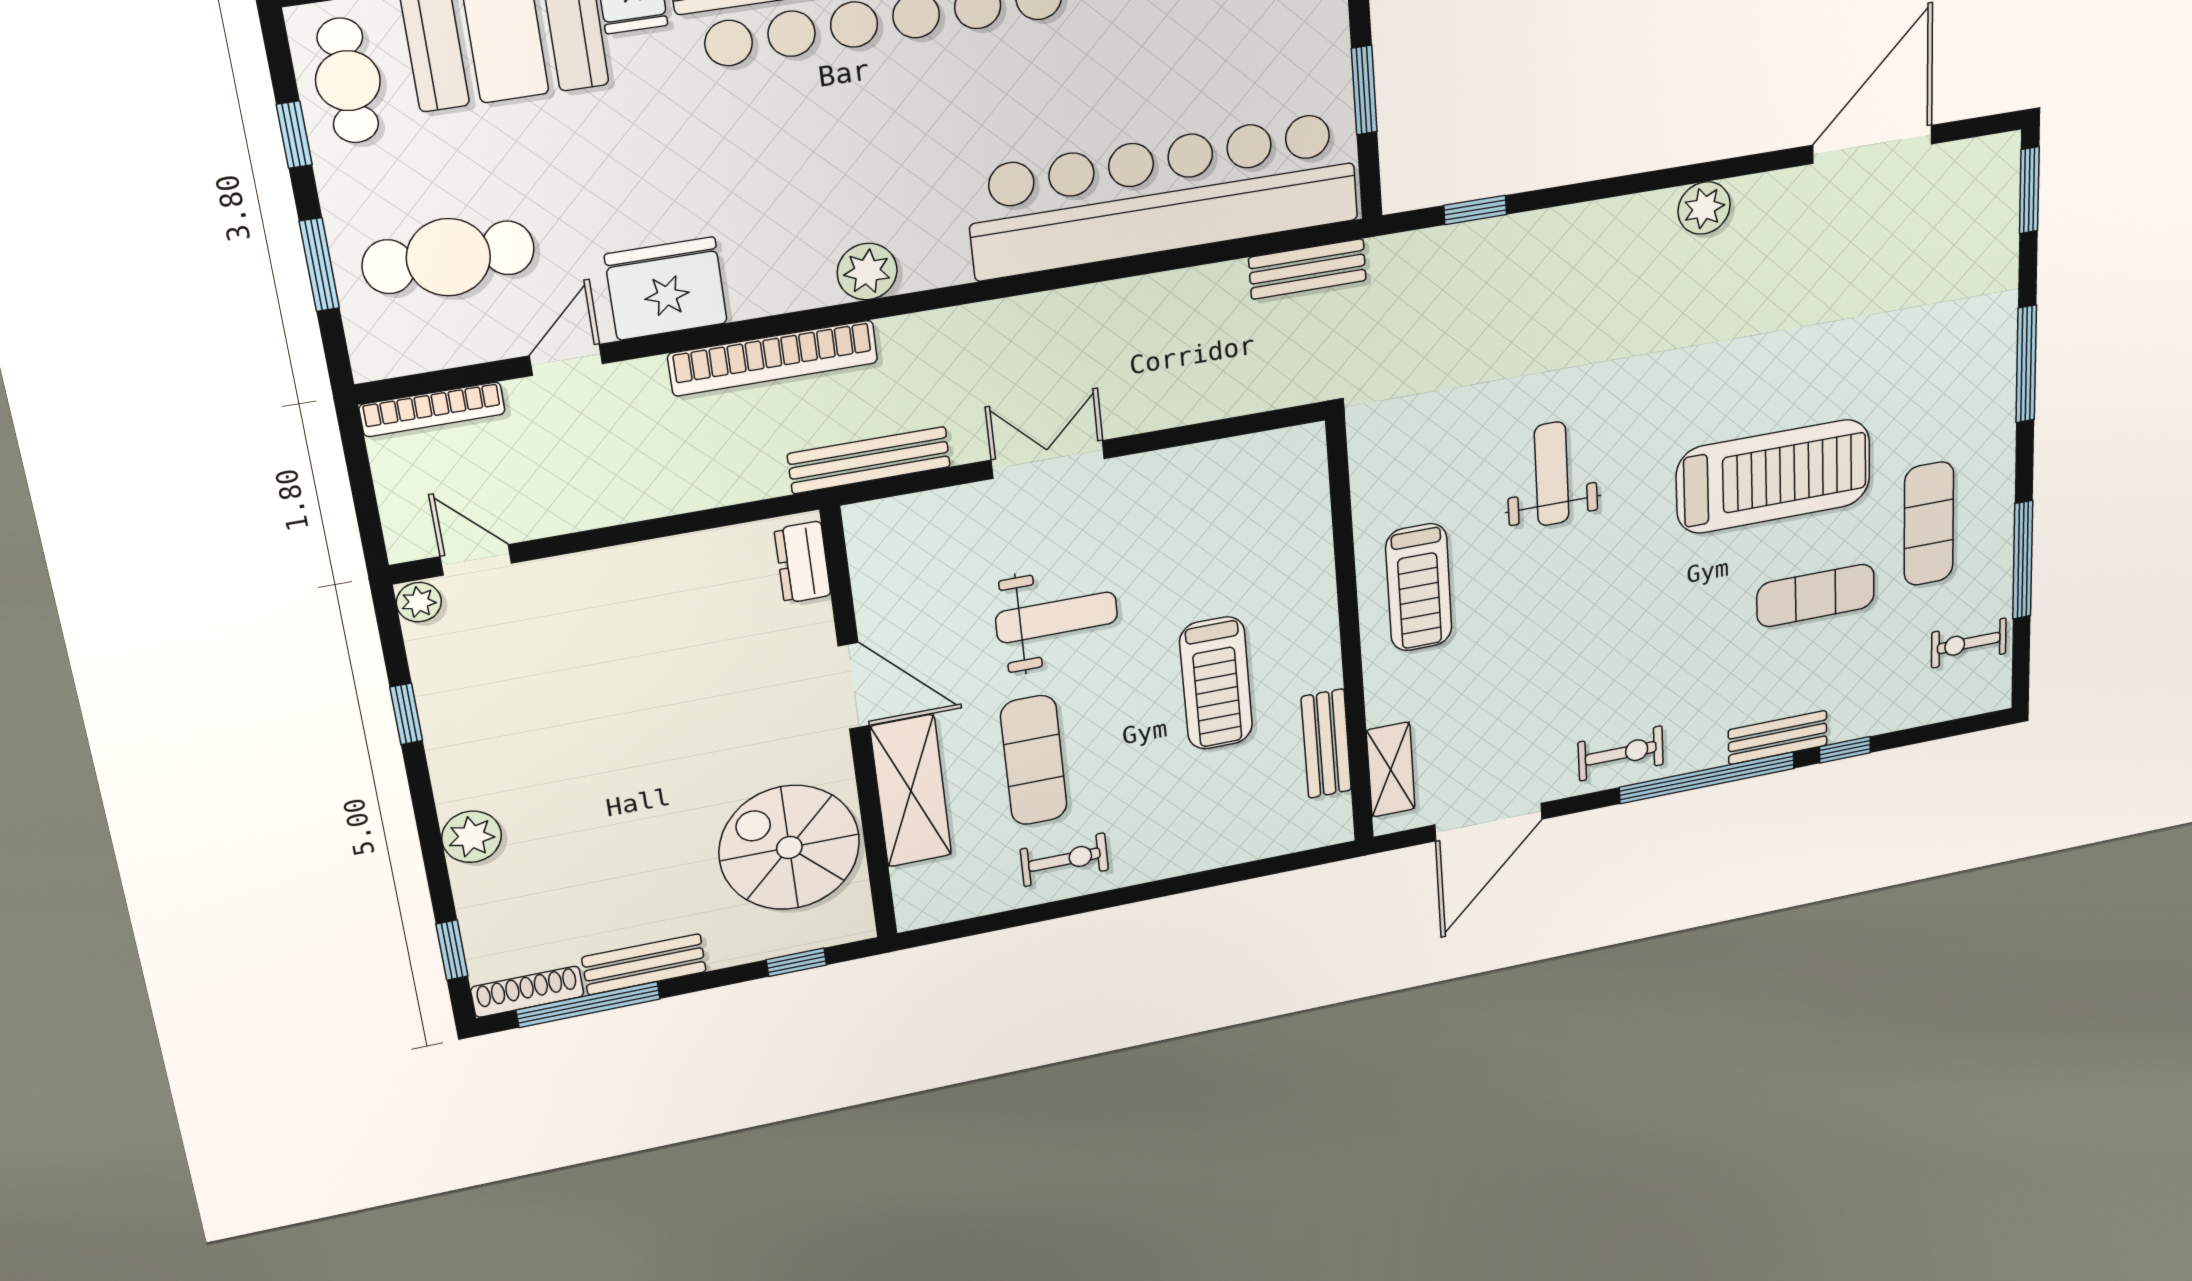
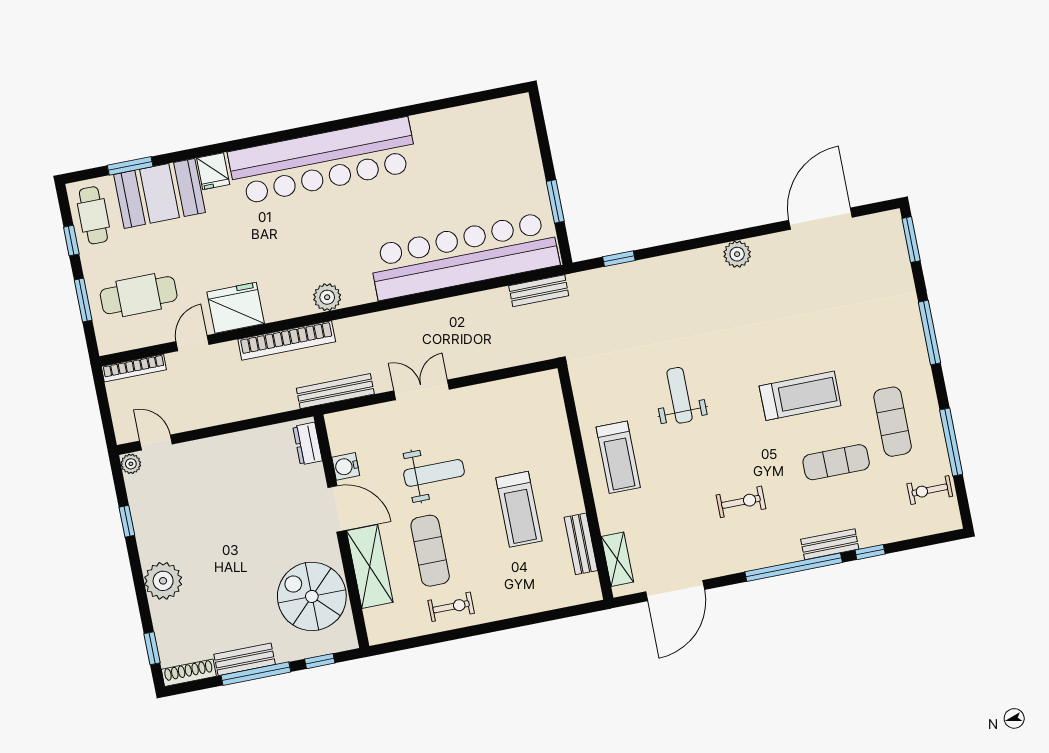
treadmill: (1773, 476) -> (800, 396), width x0.73, depth x0.73
water cooler: (879, 606) -> (346, 466), added
exercise bike: (1621, 753) -> (741, 502), moved
plant: (472, 837) -> (163, 581), width x1.36, depth x1.36
window: (588, 1004) -> (256, 674), moved

